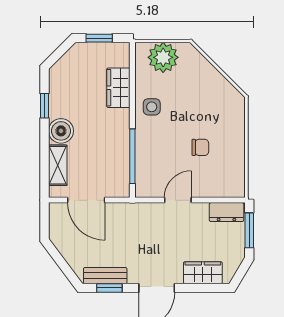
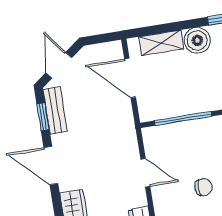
chair: (200, 147) -> (204, 187), turned -90
door: (86, 200) -> (130, 78), hinge flipped
door: (63, 265) -> (59, 65), added

